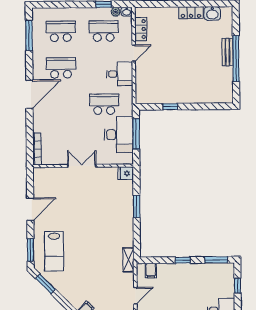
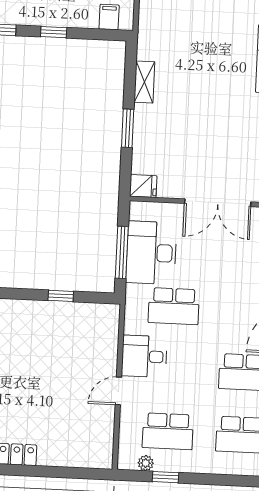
washbasin: (127, 12) -> (127, 462), removed
locker: (141, 29) -> (104, 431), removed
double door: (82, 166) -> (218, 203), width x1.37
shelving: (128, 260) -> (144, 82), moved

